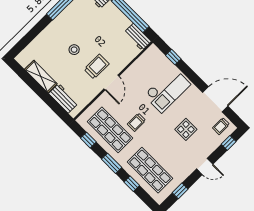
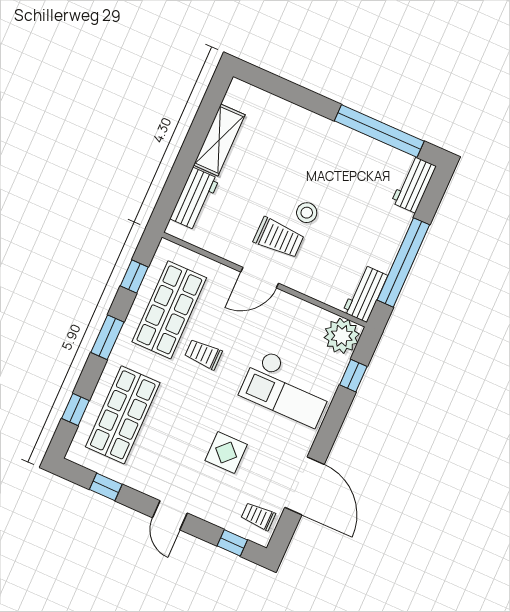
stool: (74, 50) -> (307, 213), moved
plant: (153, 55) -> (342, 336), added
window: (132, 184) -> (75, 409), moved

